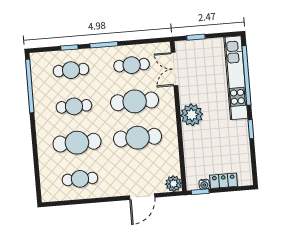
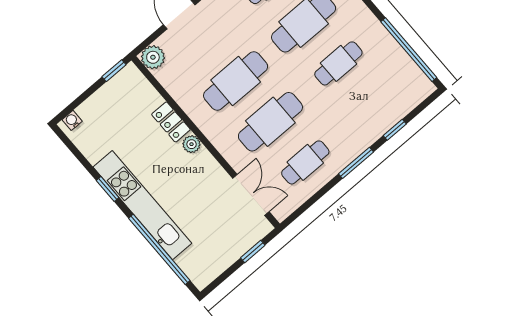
cafe table: (71, 70) -> (373, 104), removed
kitchen unit: (236, 78) -> (142, 205), moved
plant: (192, 115) -> (192, 144), width x0.53, depth x0.53
locker: (224, 181) -> (171, 122), moved, turned 90
water cooler: (204, 184) -> (72, 120), moved

